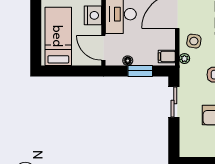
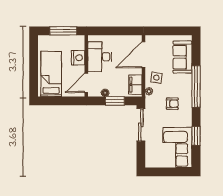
door: (103, 48) -> (86, 83), hinge flipped
filing cabinet: (167, 56) -> (135, 85), width x2.00
sliding door: (174, 102) -> (141, 125), width x1.37

